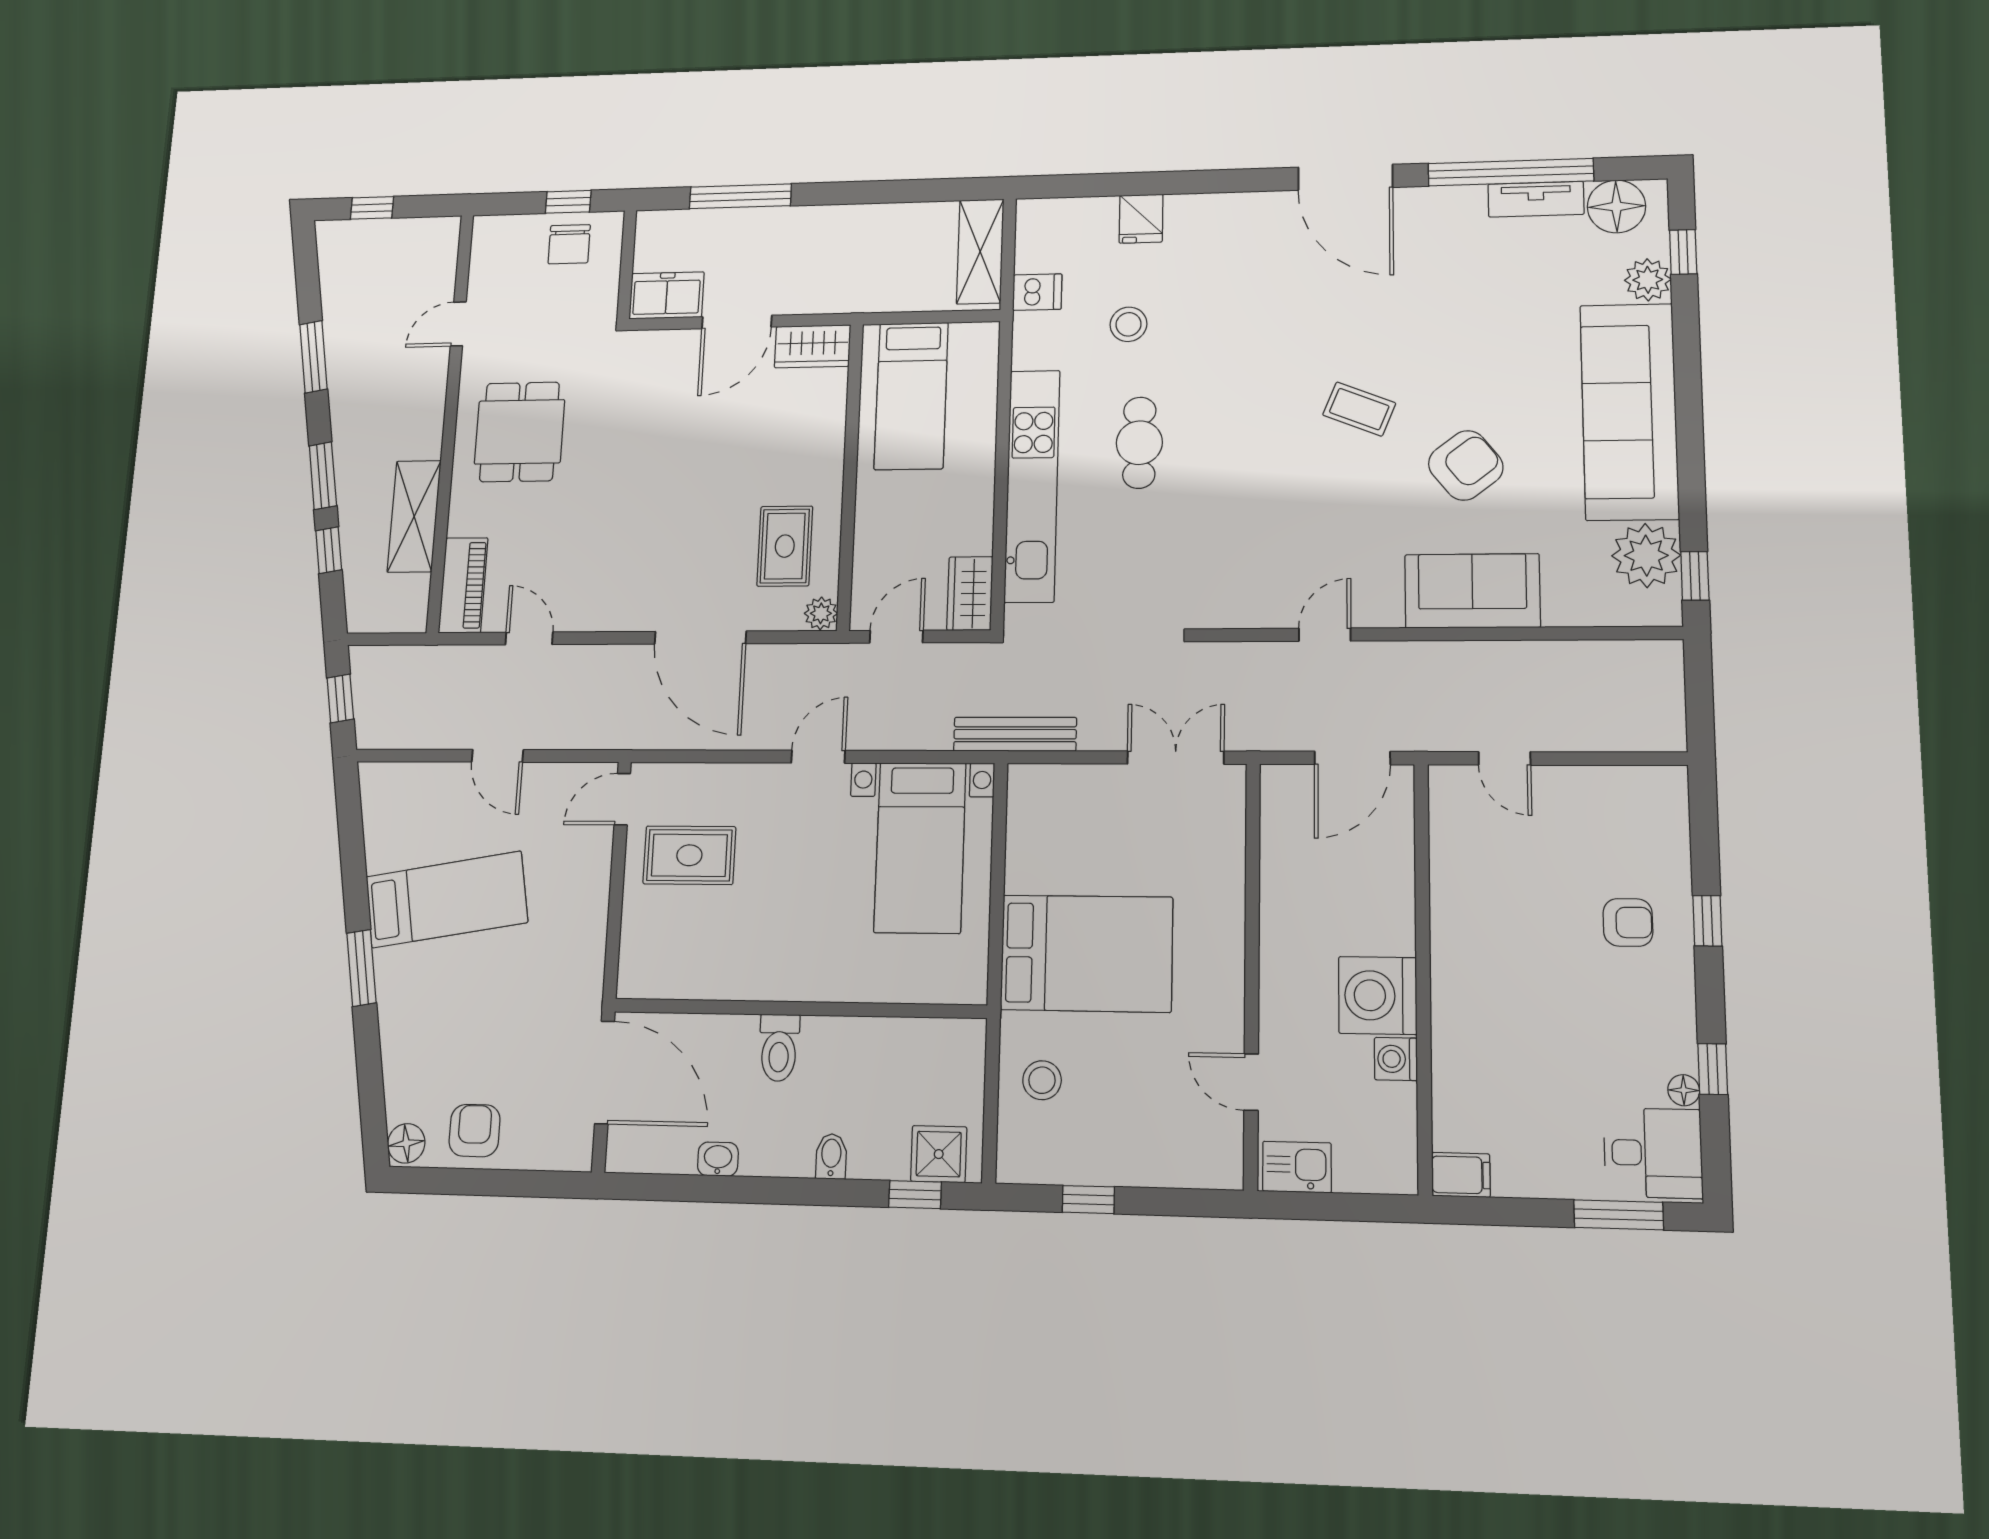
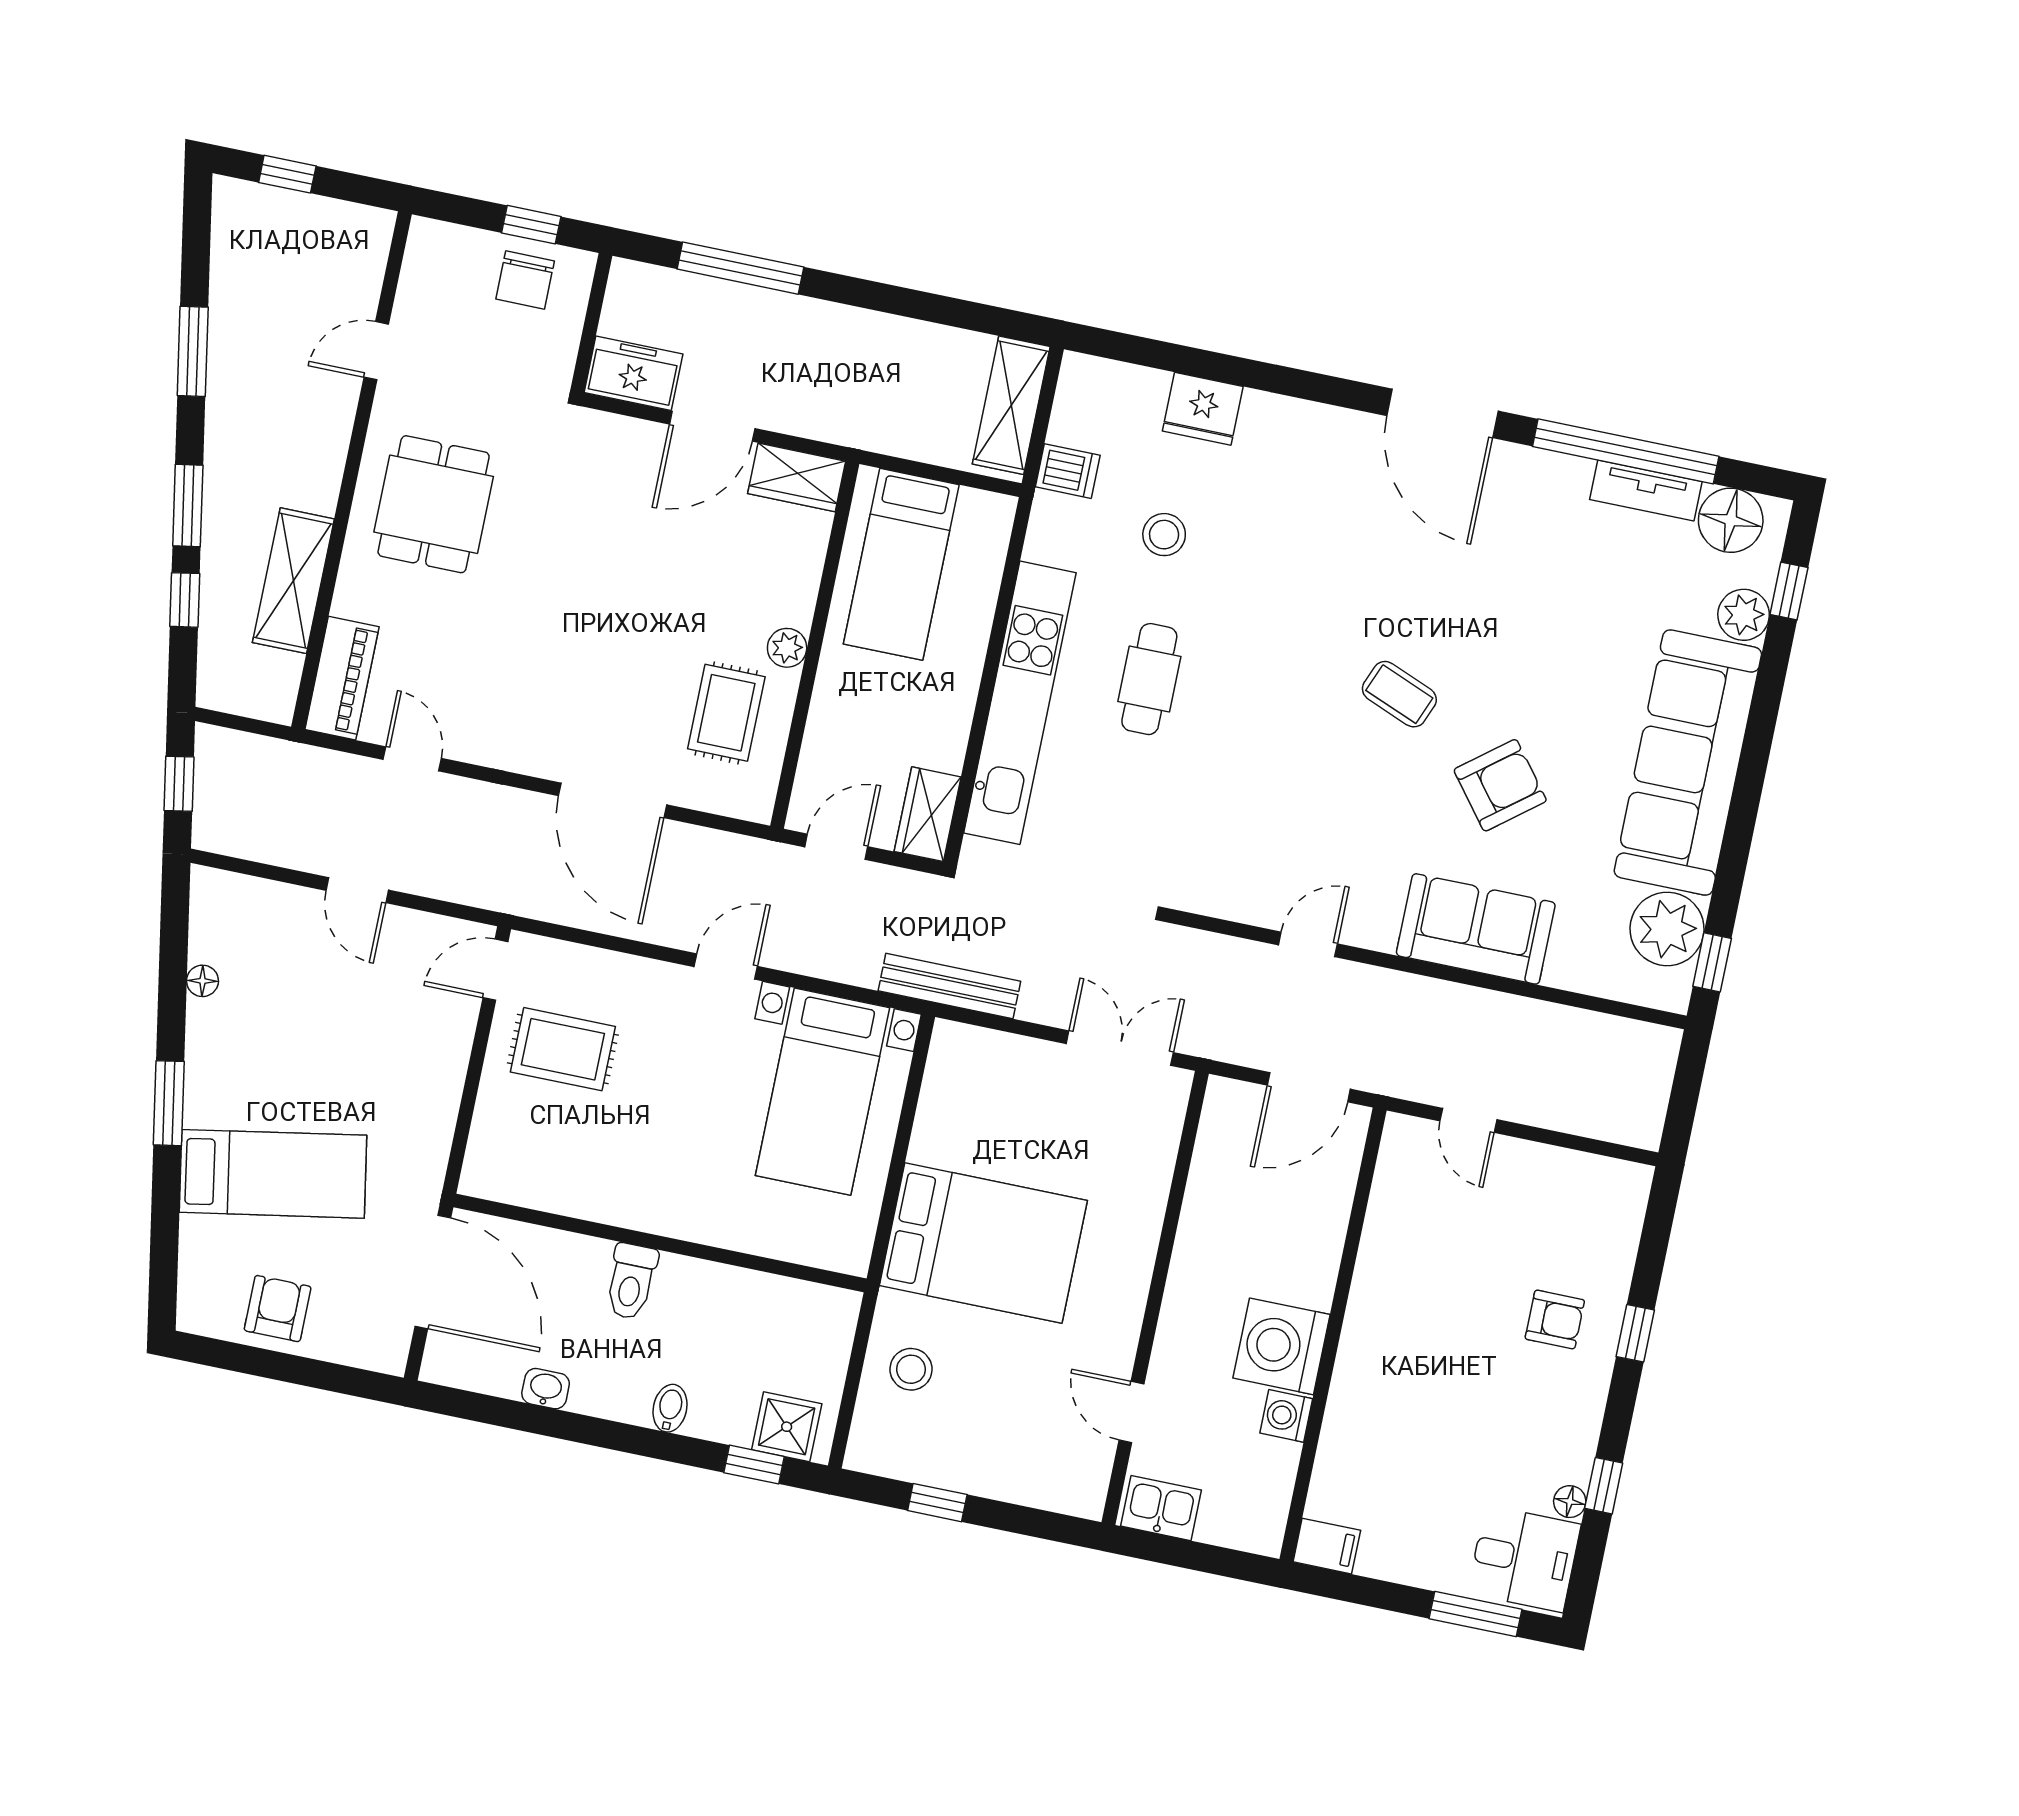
fridge: (1141, 219) -> (1203, 409), width x1.38
plant: (821, 613) -> (787, 648), moved
bed: (447, 899) -> (273, 1174), moved
floor lamp: (406, 1143) -> (202, 981), moved, width x0.73, depth x0.73

